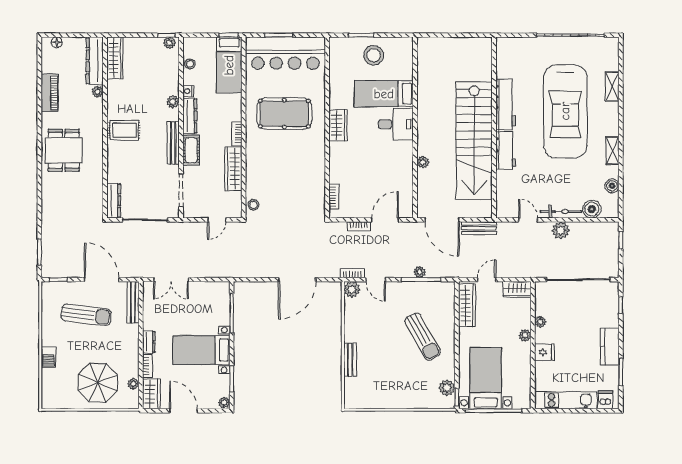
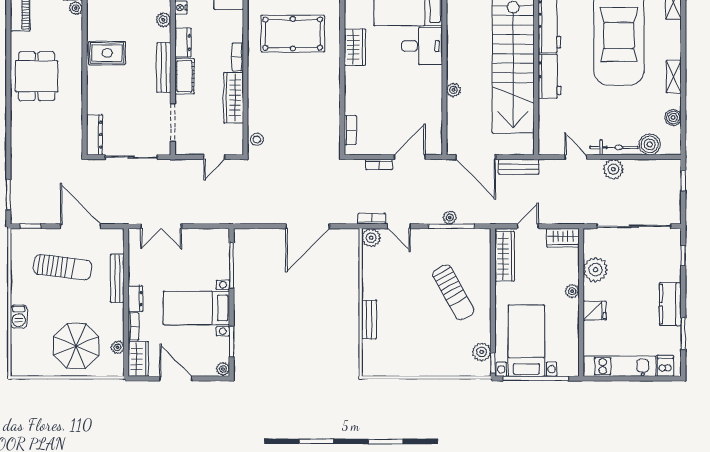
dresser: (190, 116) -> (183, 43), width x0.70
bench: (133, 302) -> (117, 278), moved
plant: (540, 322) -> (595, 270), width x1.88, depth x1.88

